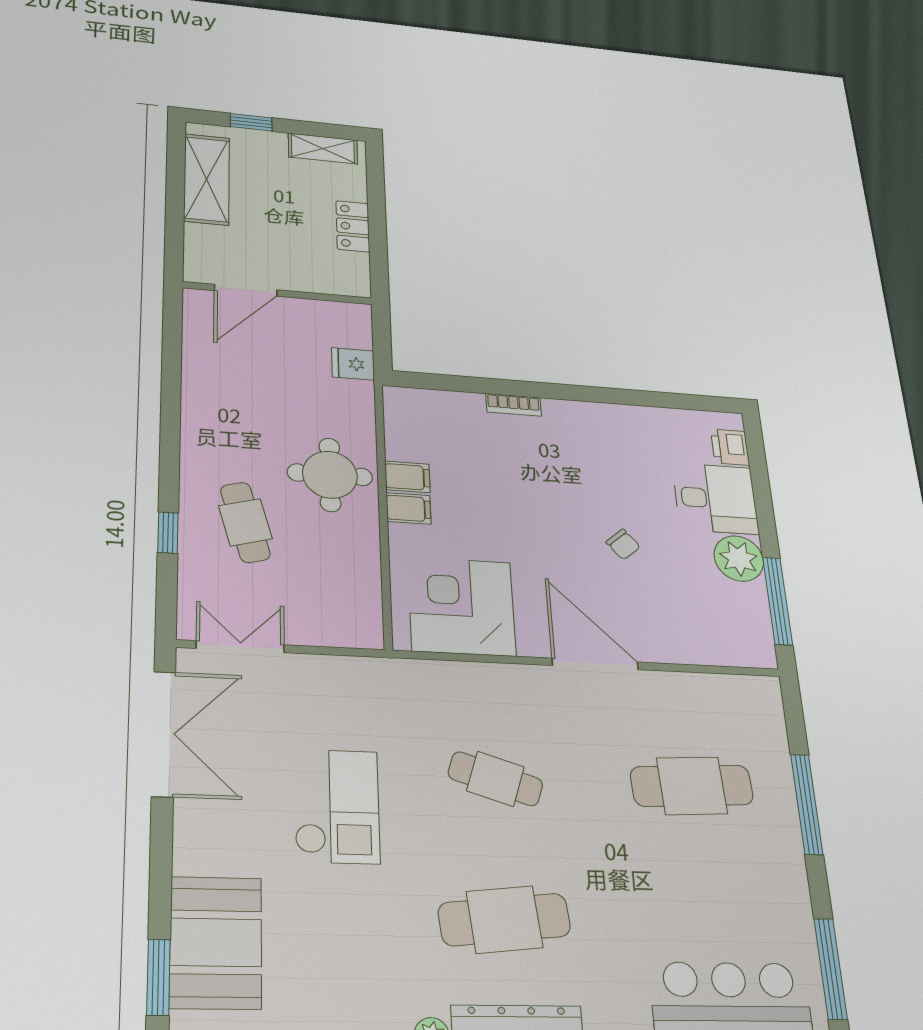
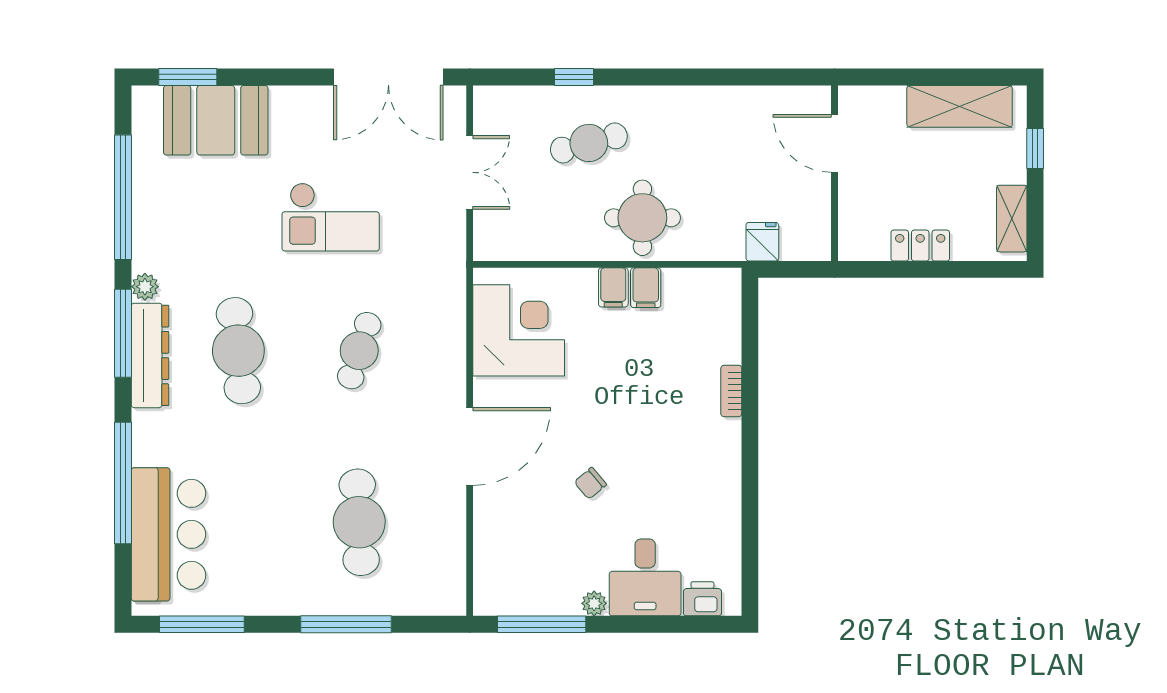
plant: (739, 558) -> (594, 603), width x0.53, depth x0.53
double door: (240, 647) -> (470, 172), moved

